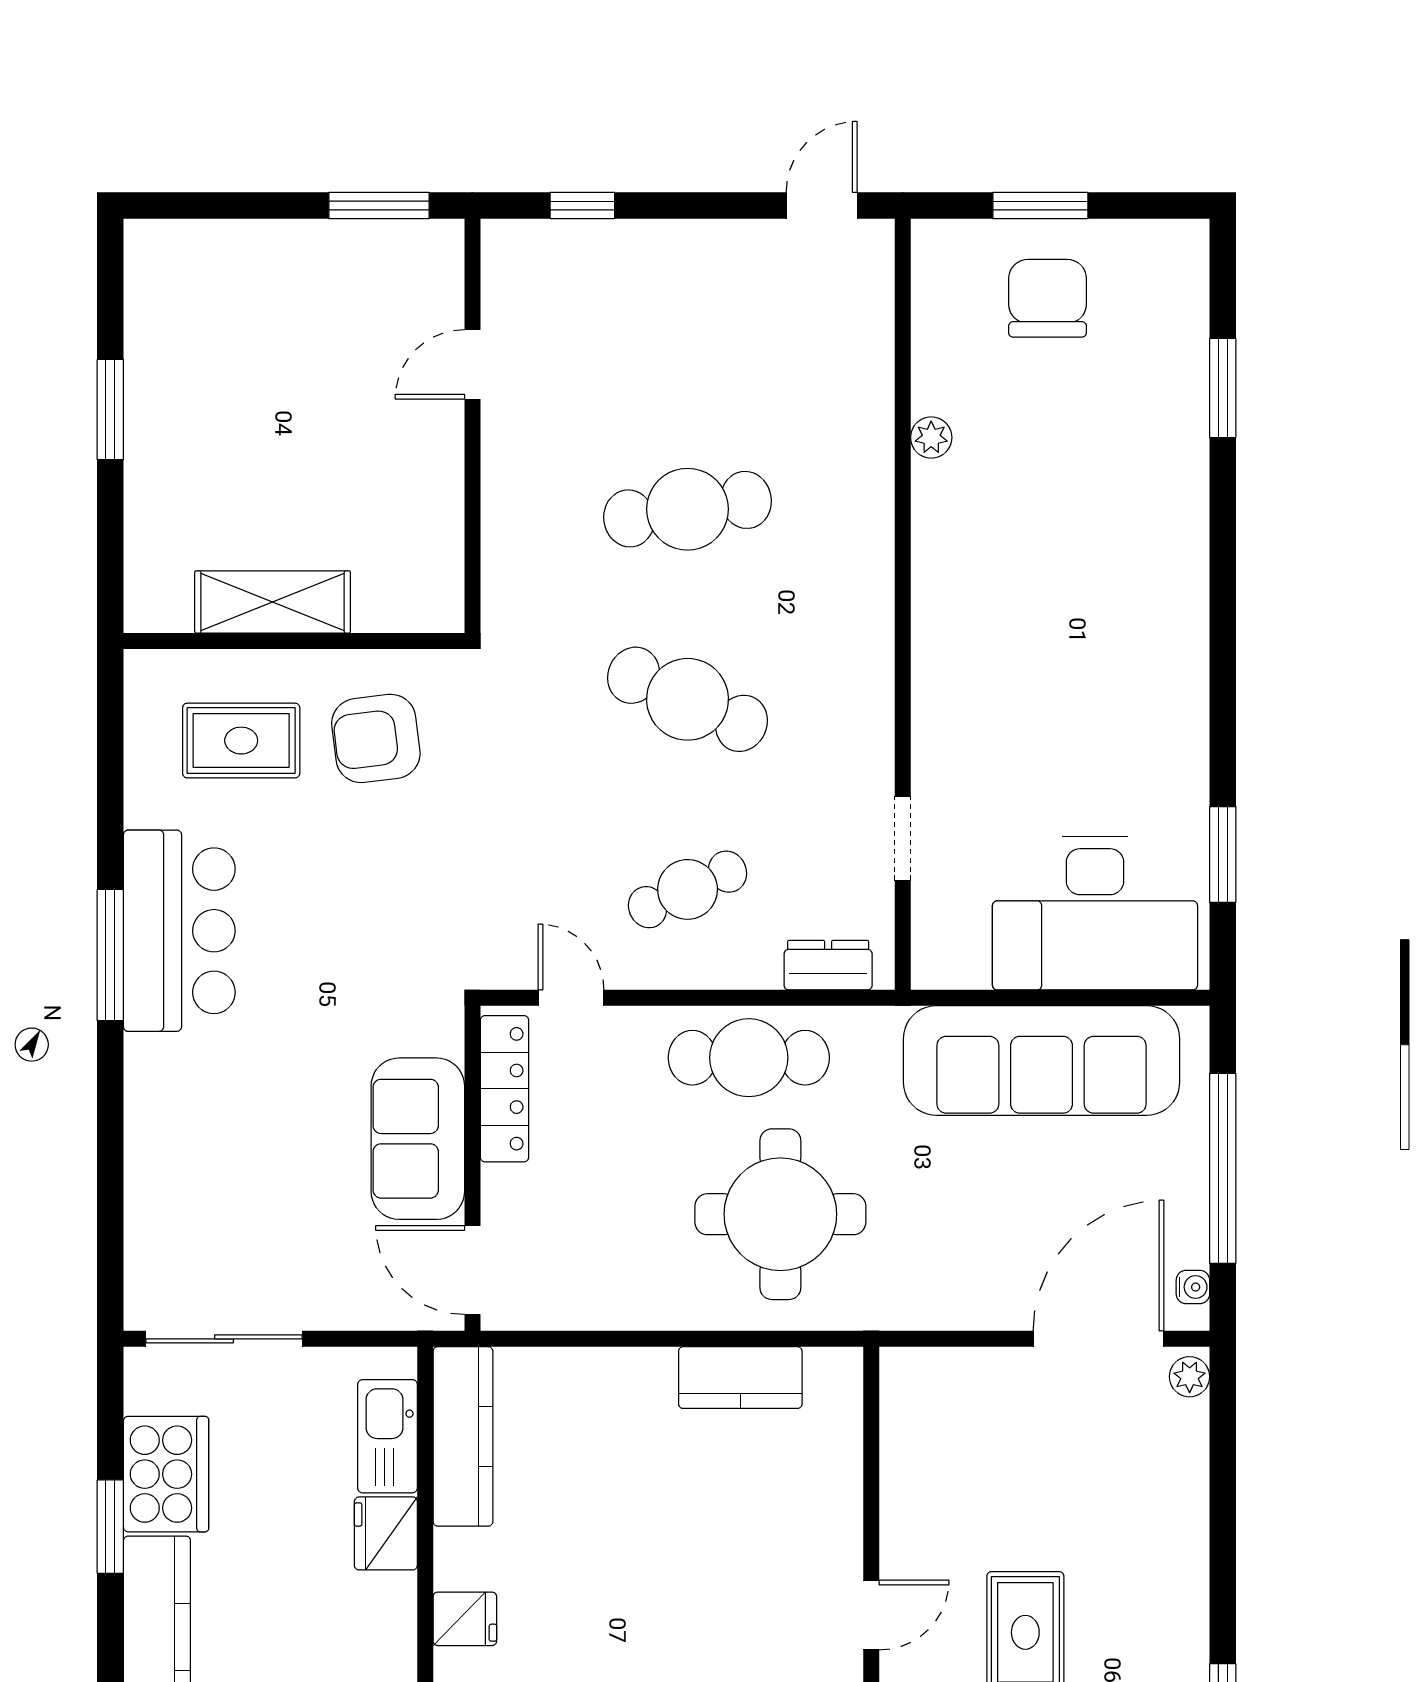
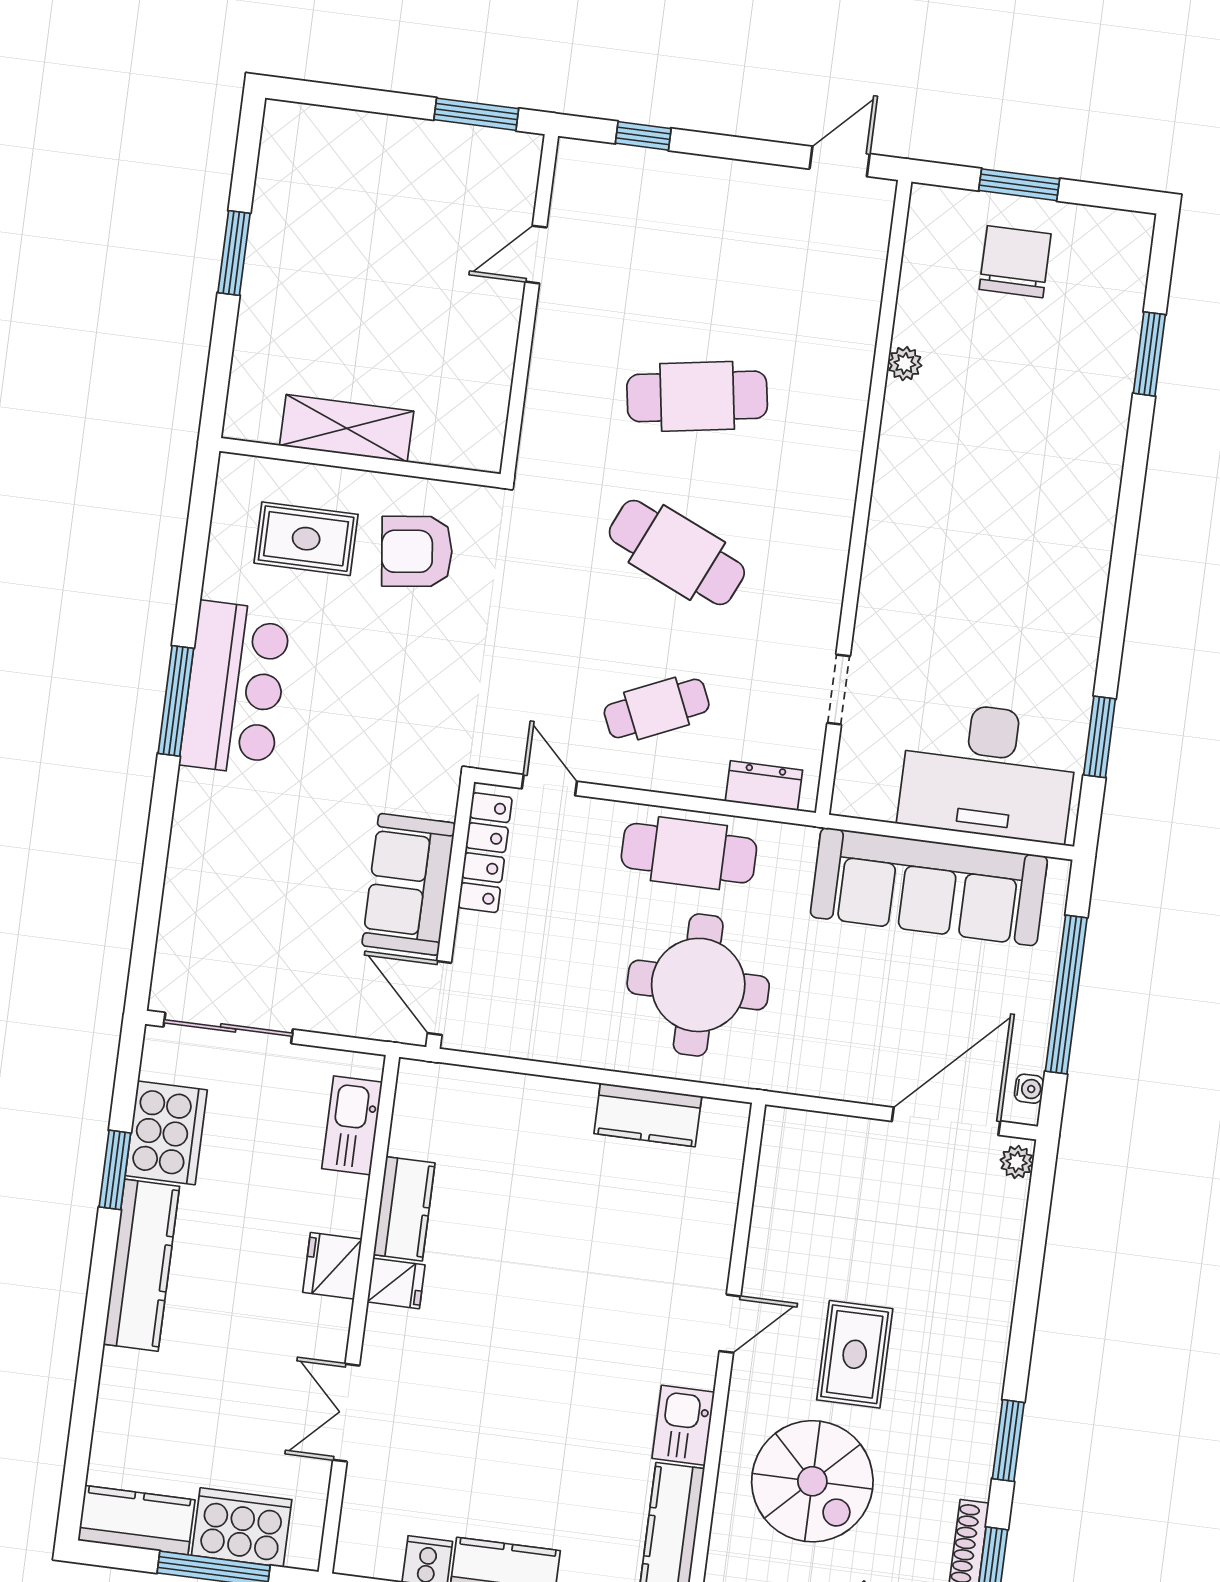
kitchen counter: (463, 1436) -> (404, 1209), moved, width x0.67
fridge: (386, 1533) -> (332, 1266), moved

